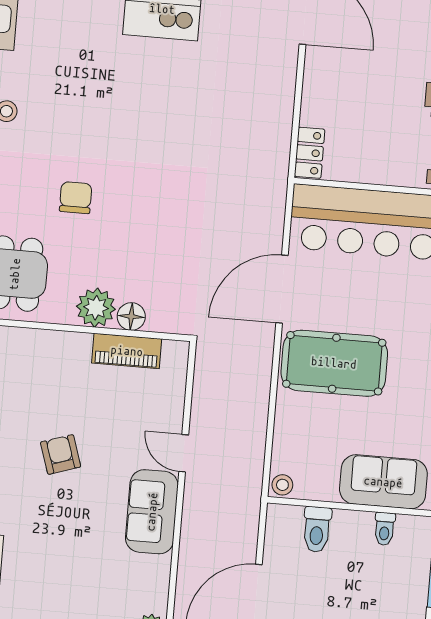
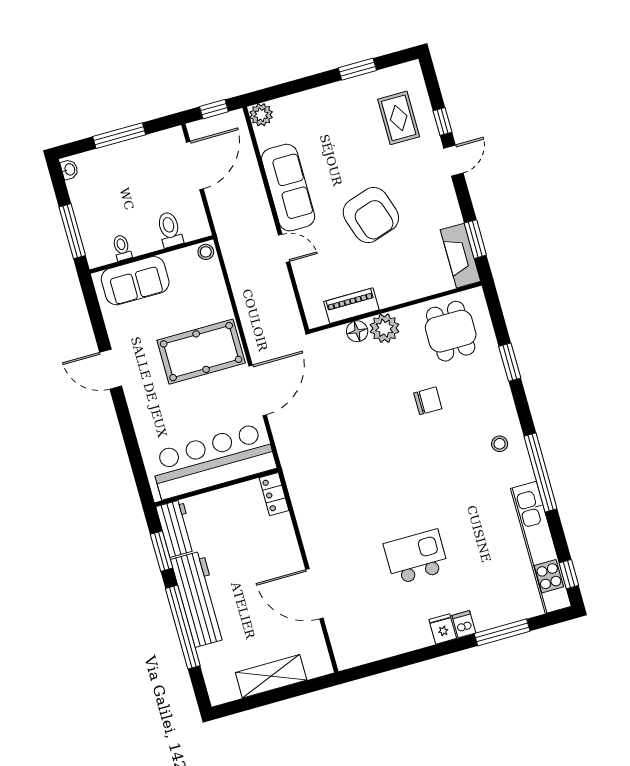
chair: (76, 198) -> (428, 401), turned -90
armchair: (61, 454) -> (371, 215), width x1.88, depth x1.88
sofa: (152, 512) -> (288, 188), width x1.36

